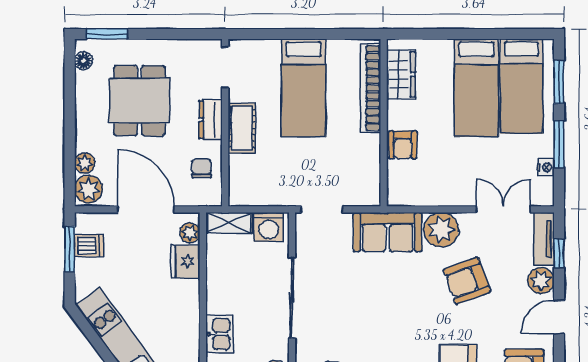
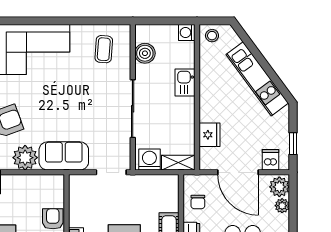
plant: (190, 233) -> (206, 155), removed
dishwasher: (89, 246) -> (271, 160), moved, turned 90
window: (70, 249) -> (293, 144), width x0.67

